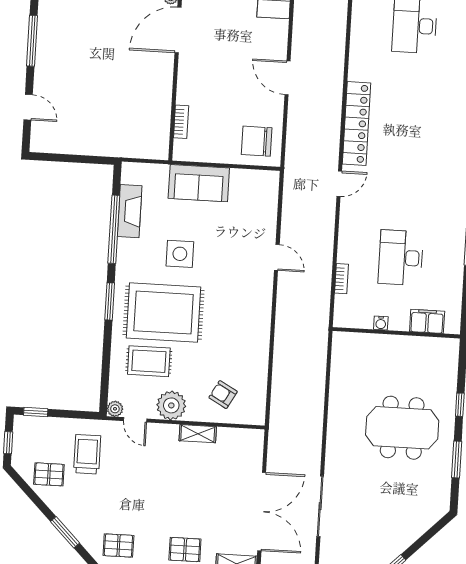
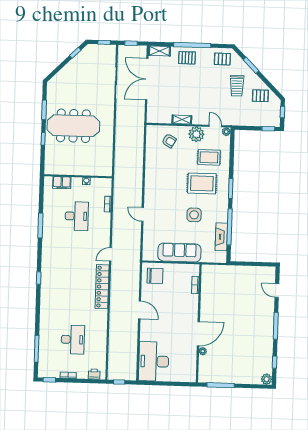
sofa: (199, 183) -> (179, 252), width x1.36
rug: (164, 313) -> (202, 183), width x0.73, depth x0.69
meeting table: (402, 428) -> (73, 126), width x1.36
trolley: (87, 454) -> (237, 86), moved

